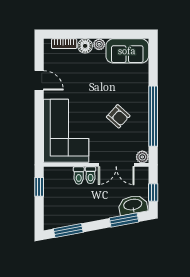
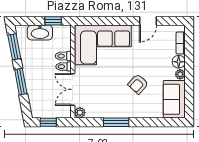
armchair: (118, 116) -> (138, 84), moved
window: (153, 116) -> (116, 122), width x0.47
washbasin: (133, 205) -> (40, 32), moved, turned 101
window: (124, 220) -> (21, 82), moved

